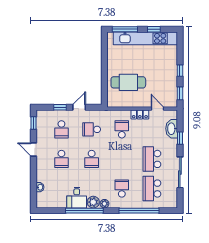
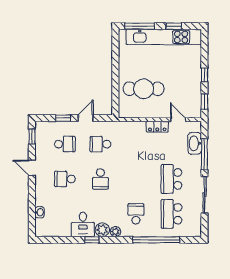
school desk: (61, 129) -> (65, 144), turned -90
school desk: (122, 129) -> (136, 144), removed
window: (180, 138) -> (204, 154), width x2.17
school desk: (61, 159) -> (65, 179), turned 90
window: (84, 211) -> (92, 240), width x0.32

